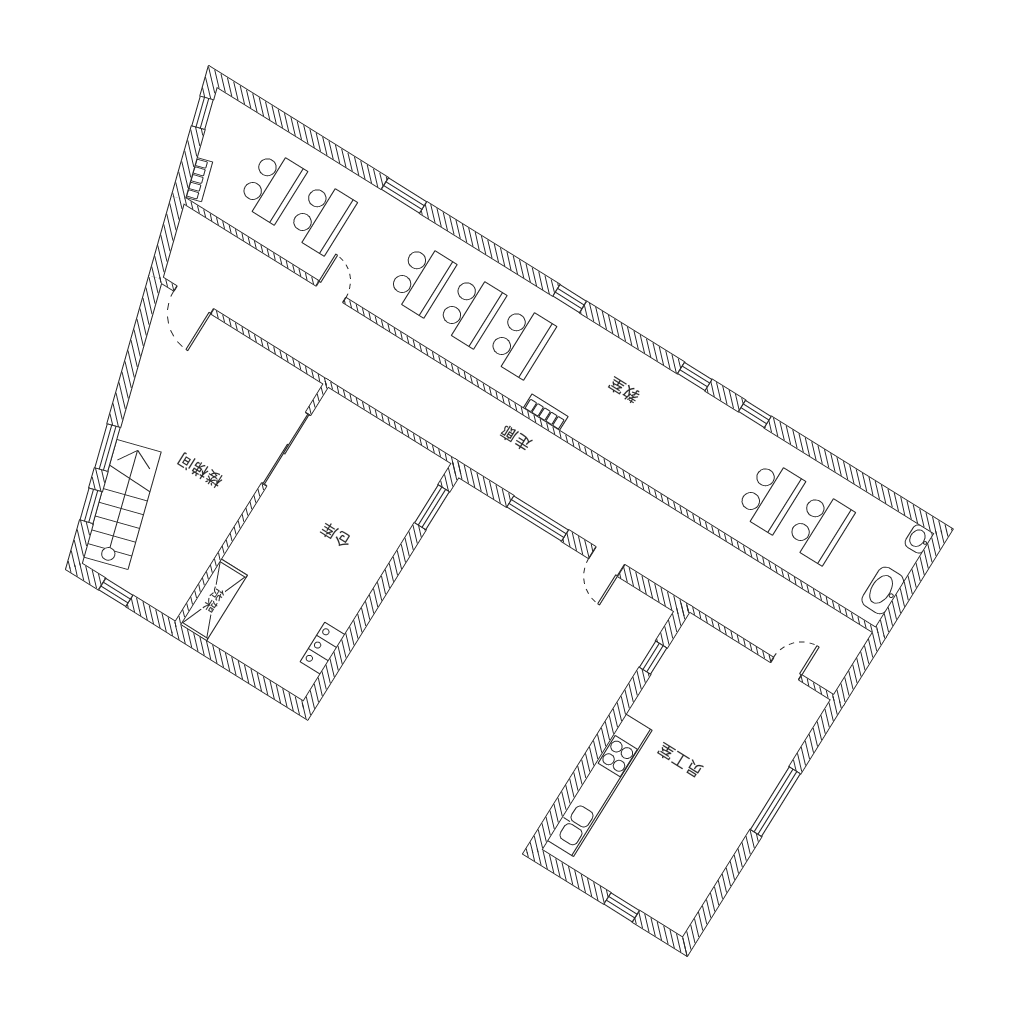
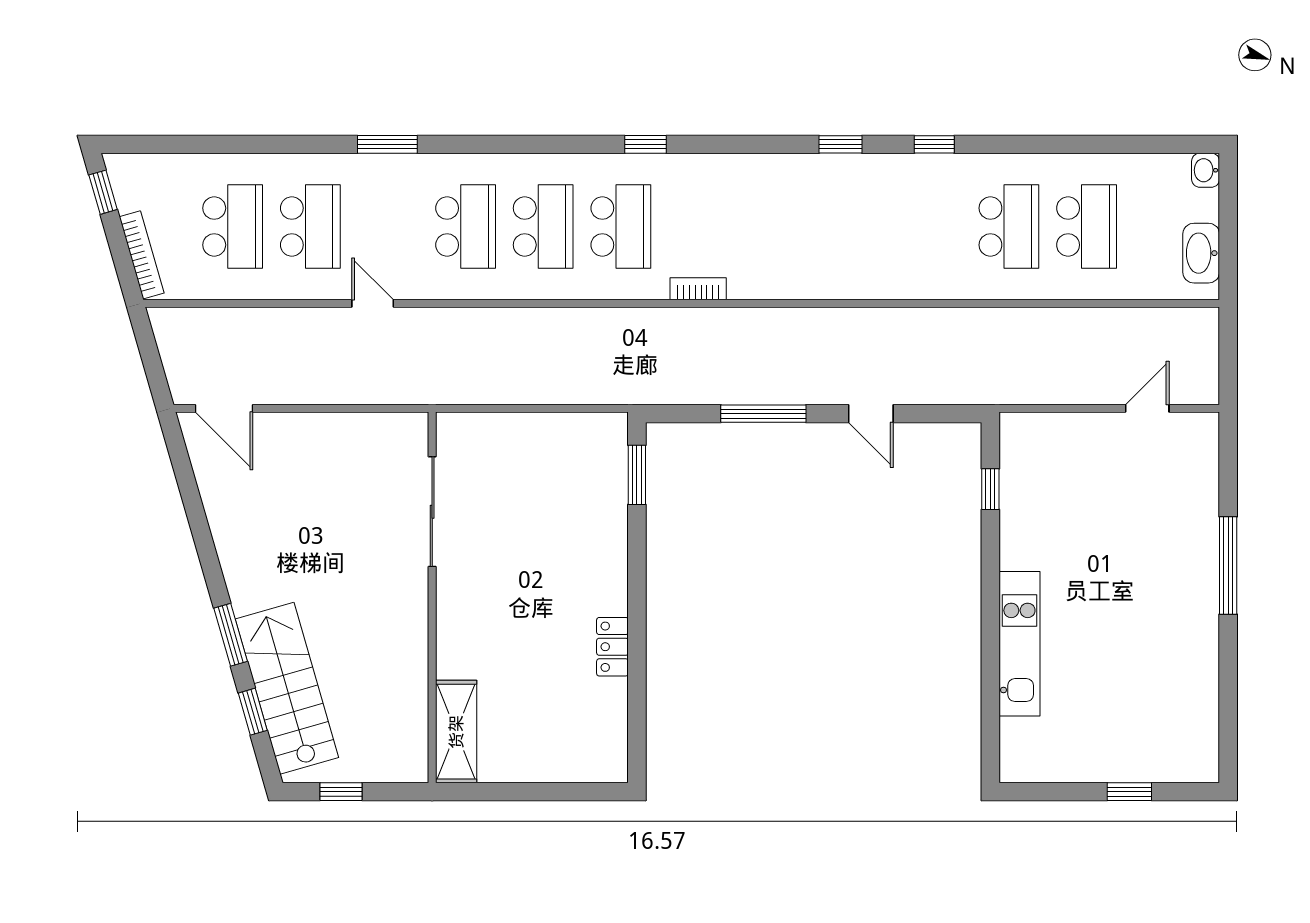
bookcase: (199, 180) -> (142, 255), width x1.56
locker: (323, 648) -> (612, 647), moved
kitchen unit: (600, 785) -> (1019, 644), width x0.73

